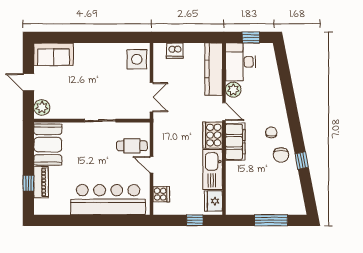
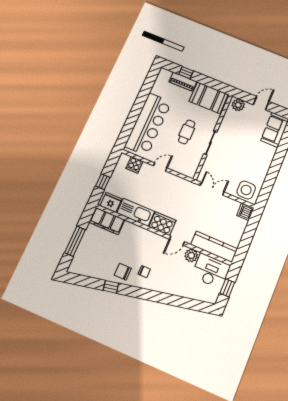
dishwasher: (175, 51) -> (245, 212), moved
double door: (151, 97) -> (212, 189), swing flipped
filing cabinet: (235, 142) -> (107, 221), moved
cafe table: (132, 146) -> (187, 132), moved

